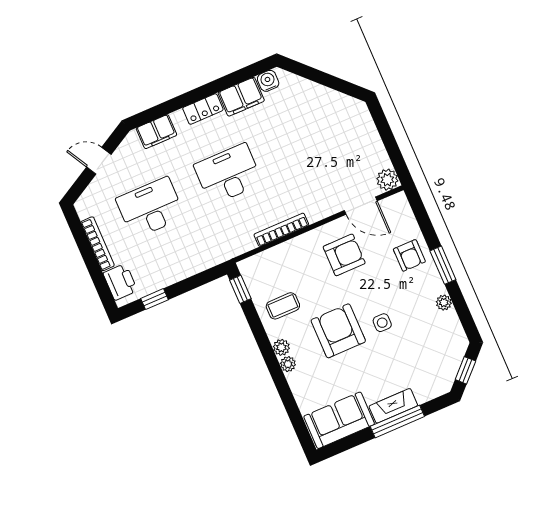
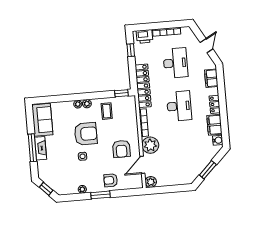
window: (329, 81) -> (208, 170), added
plant: (319, 203) -> (150, 145), added
locker: (213, 254) -> (143, 86), added

